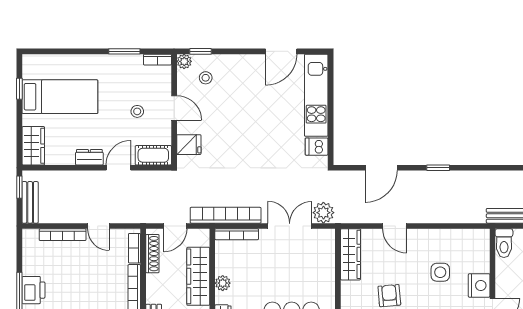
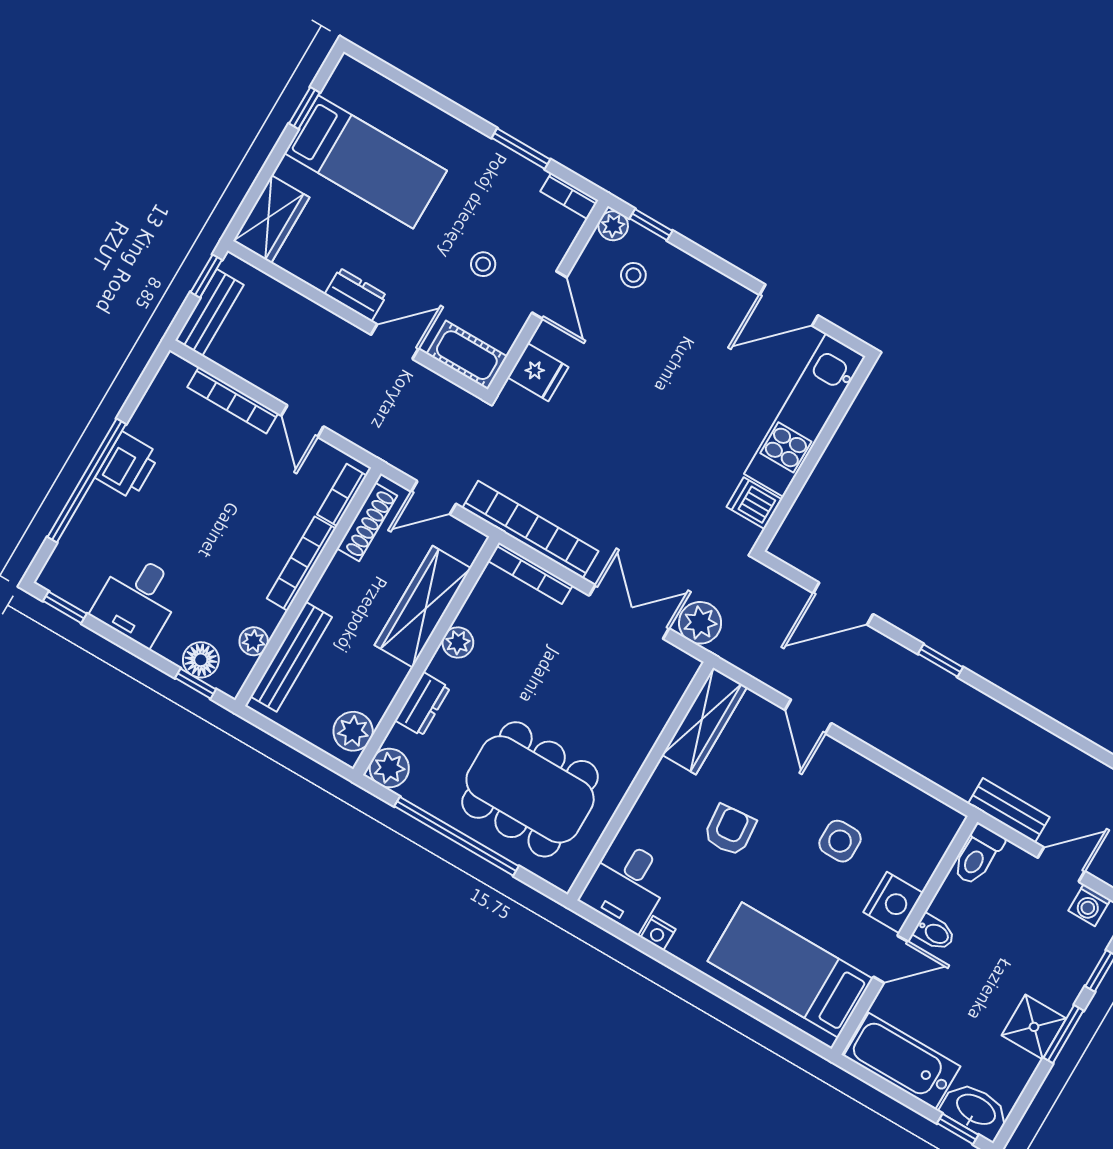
bidet: (505, 288) -> (934, 933), added

